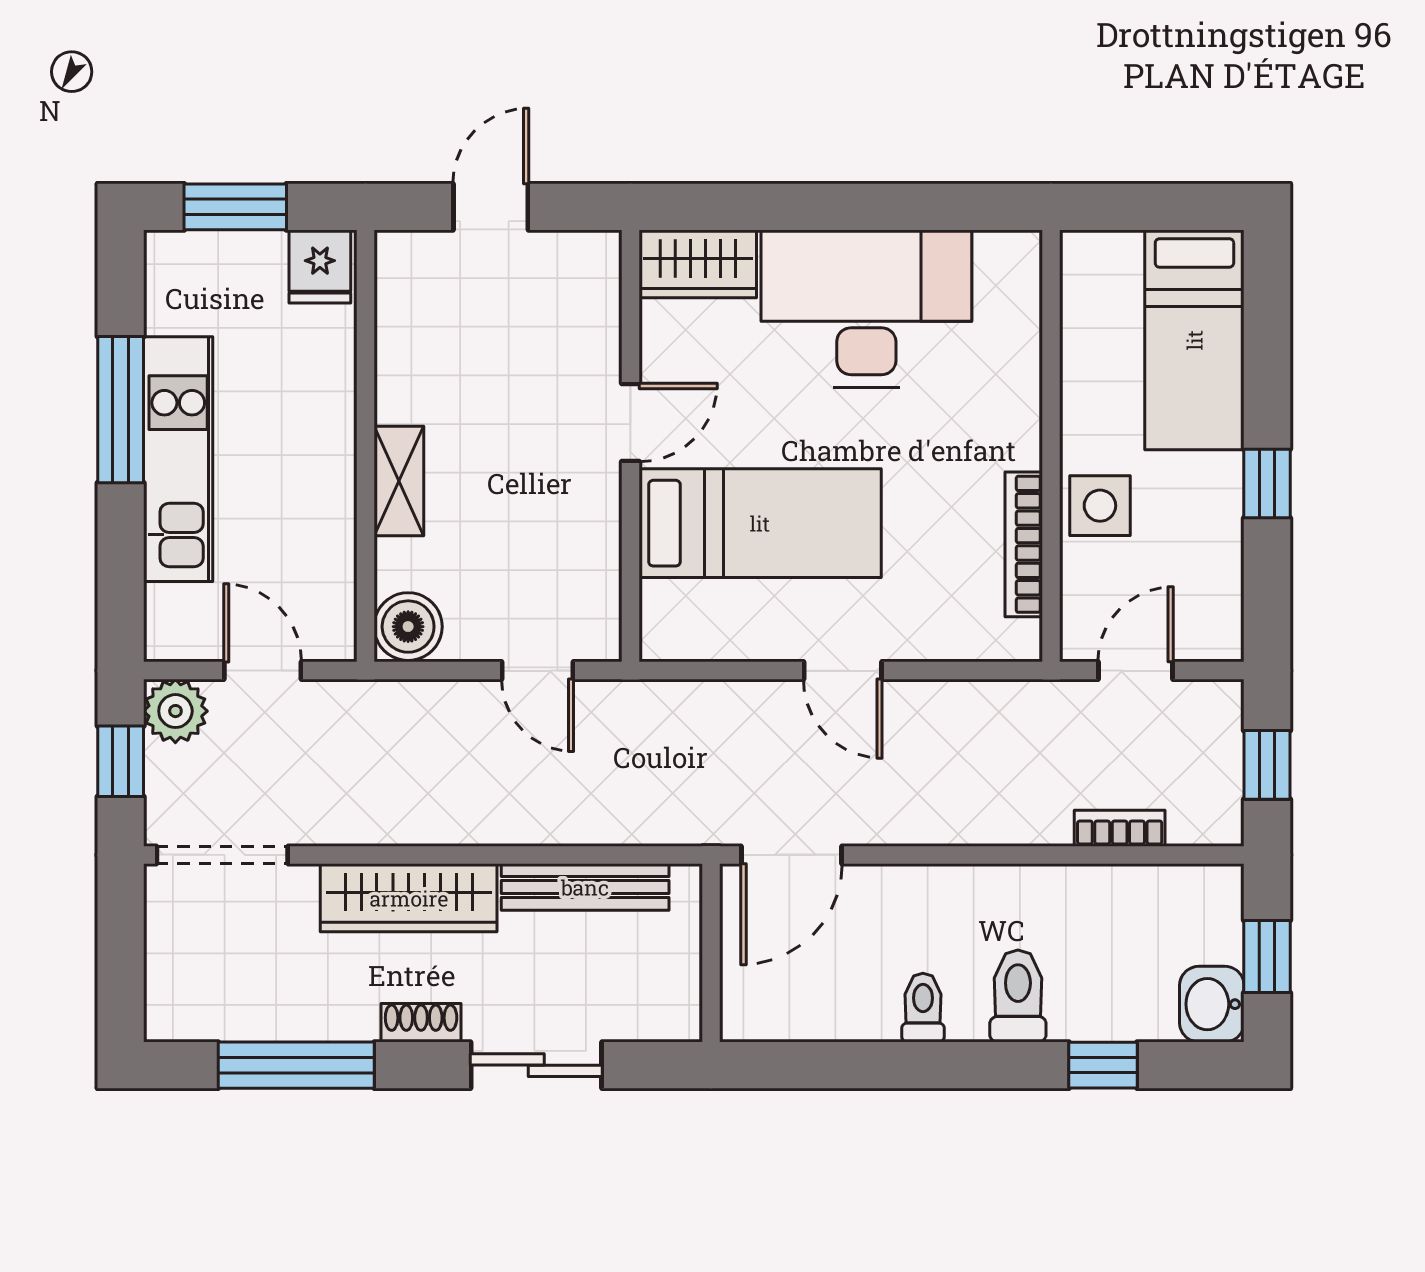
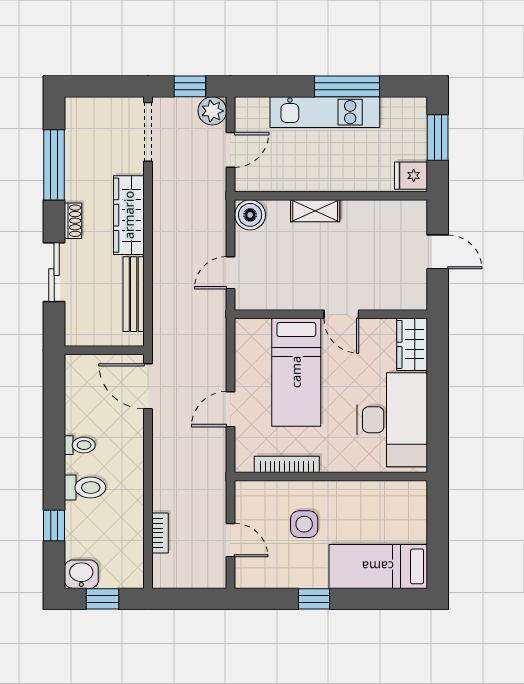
wall: (1051, 446) -> (331, 477), moved
bookcase: (1024, 544) -> (287, 464), moved
window: (1267, 765) -> (188, 599), removed

